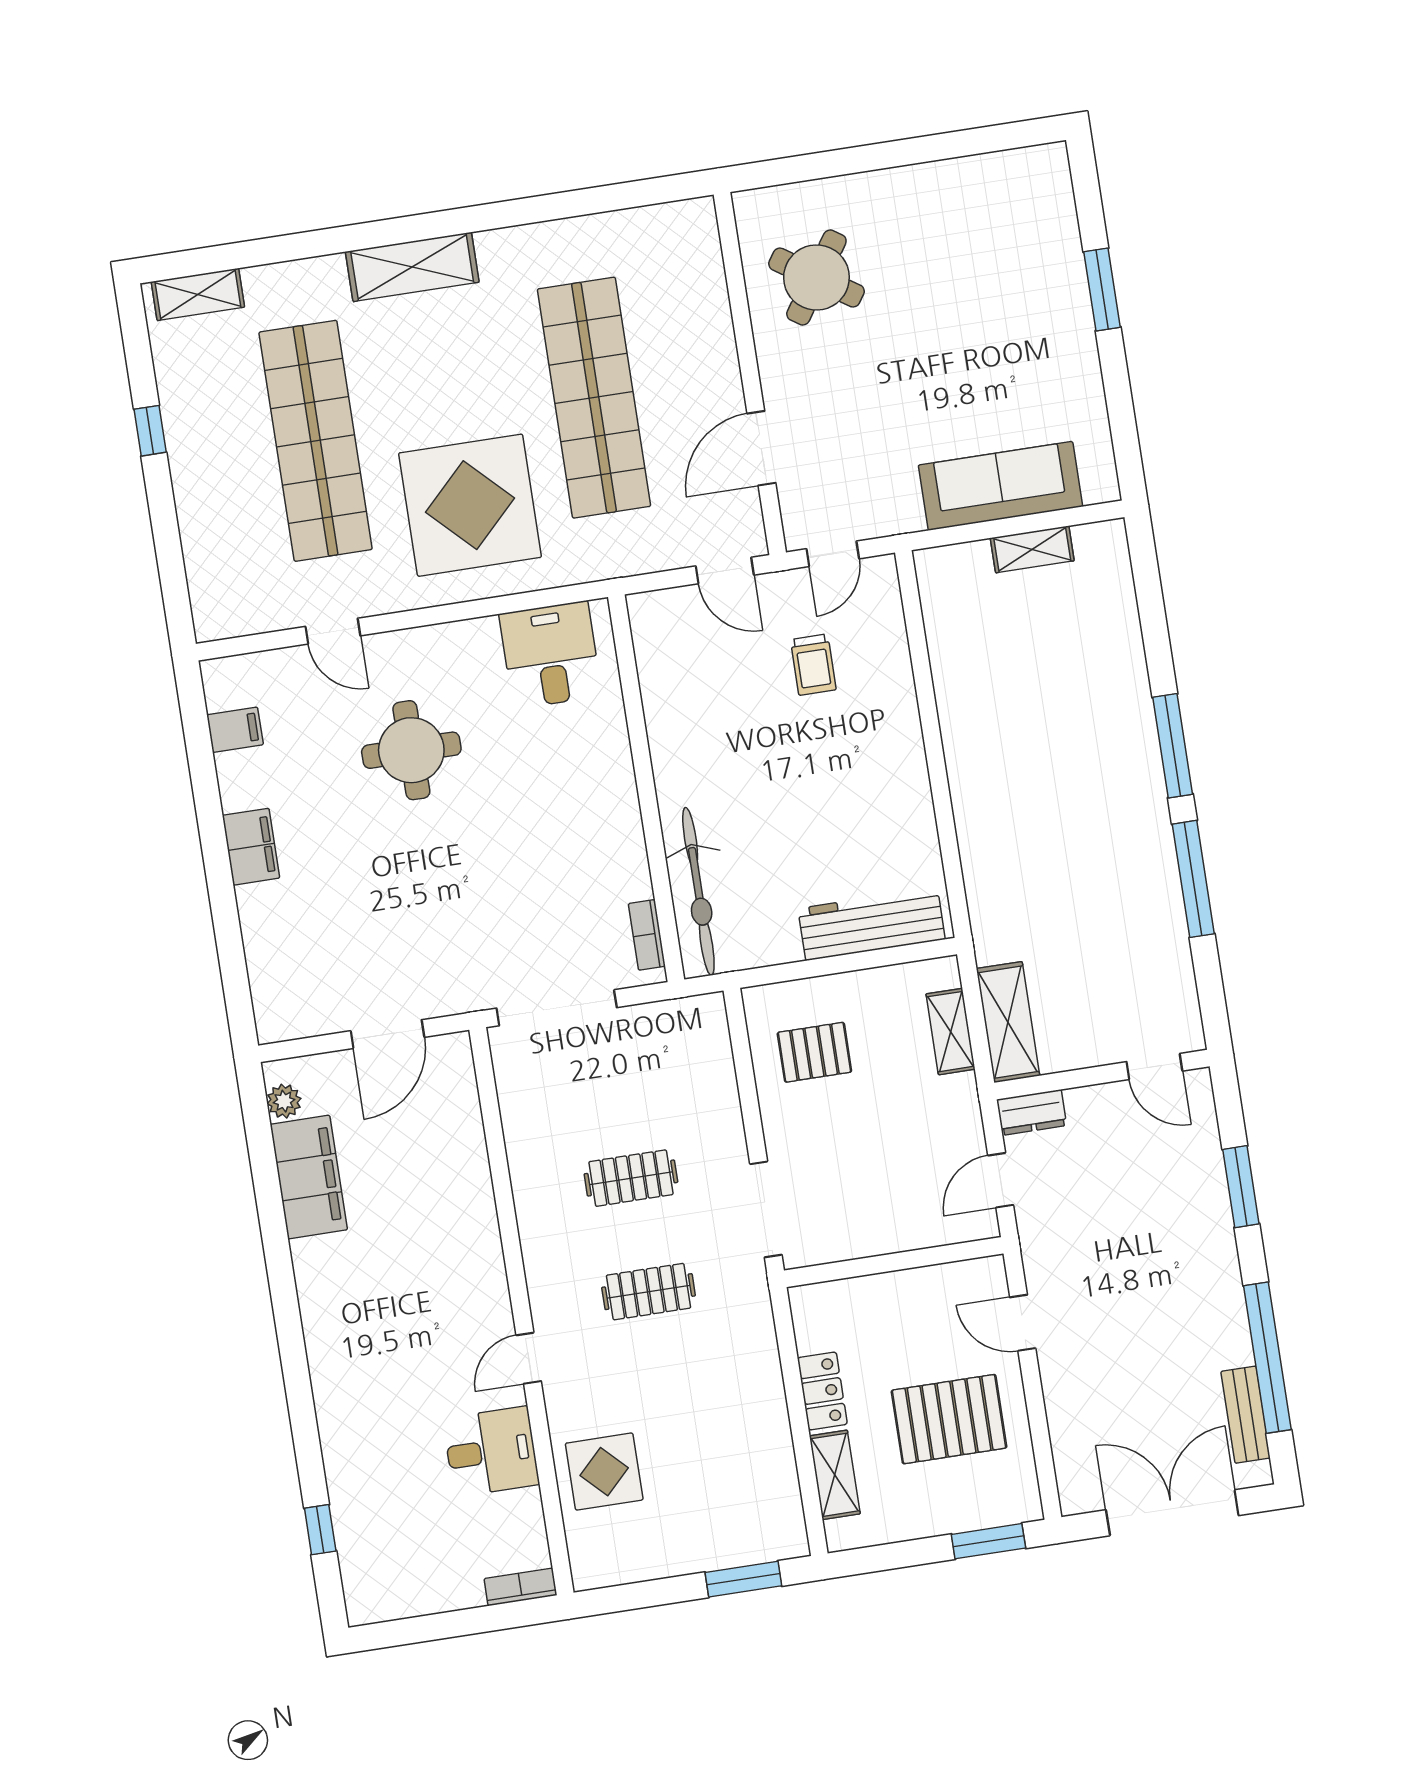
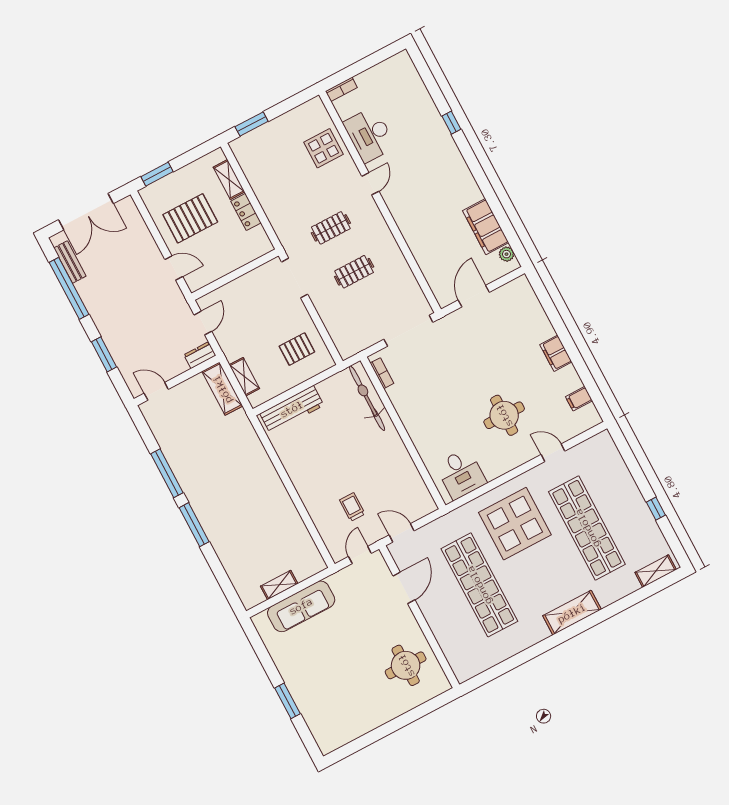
round table: (816, 278) -> (406, 665), turned -34
desk: (491, 1451) -> (370, 135), width x1.37
window: (320, 1530) -> (451, 123), moved

